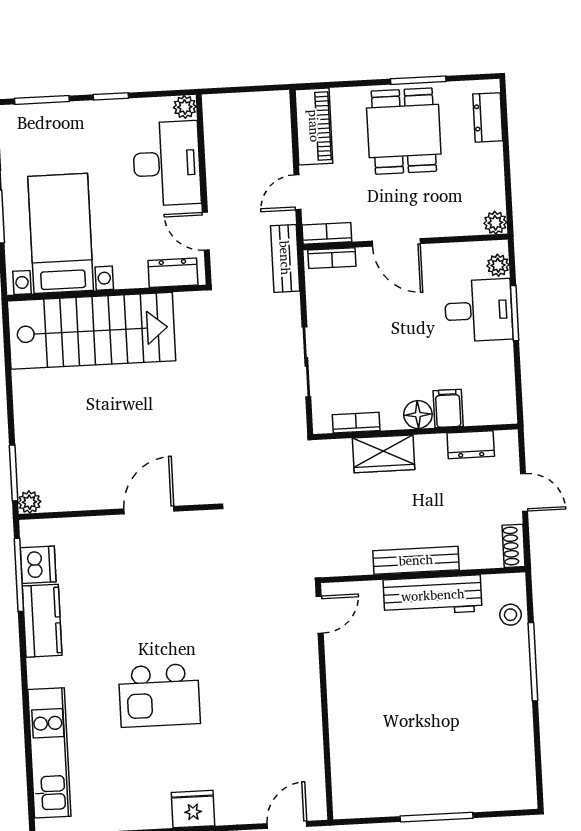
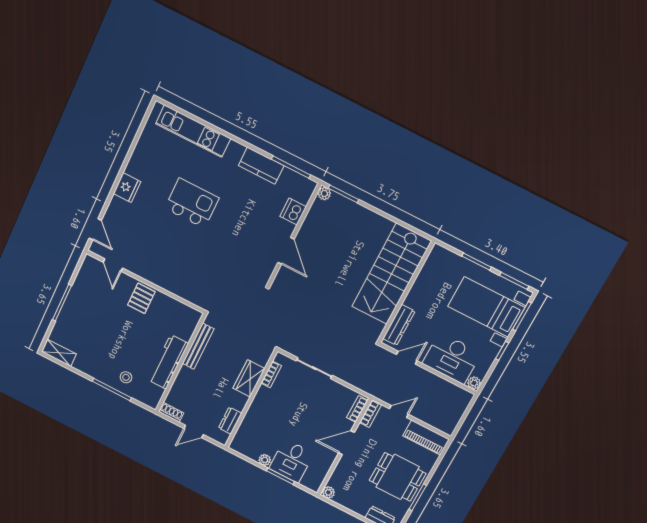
door: (297, 192) -> (399, 412), hinge flipped
bed with nightstands: (61, 233) -> (486, 307), moved, turned 180
bench: (285, 258) -> (370, 387), removed
plant: (498, 265) -> (265, 460), moved
dresser: (173, 273) -> (399, 325), width x1.44
filing cabinet: (448, 408) -> (253, 420), removed
floor lamp: (418, 415) -> (258, 405), removed
bench: (416, 560) -> (198, 346), moved
dishwasher: (38, 565) -> (293, 212), moved, turned 90
door: (320, 615) -> (113, 265), moved
stool: (510, 615) -> (126, 377), moved
pallet: (355, 694) -> (141, 298), added
kitchen island: (159, 695) -> (192, 203), turned 90
shelving: (523, 779) -> (59, 353), added

